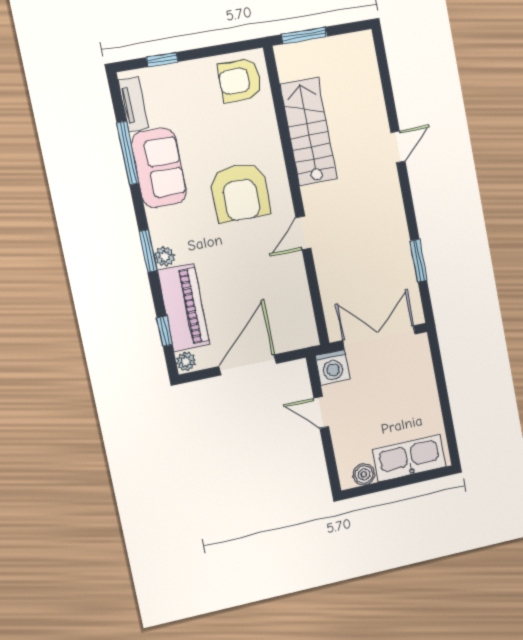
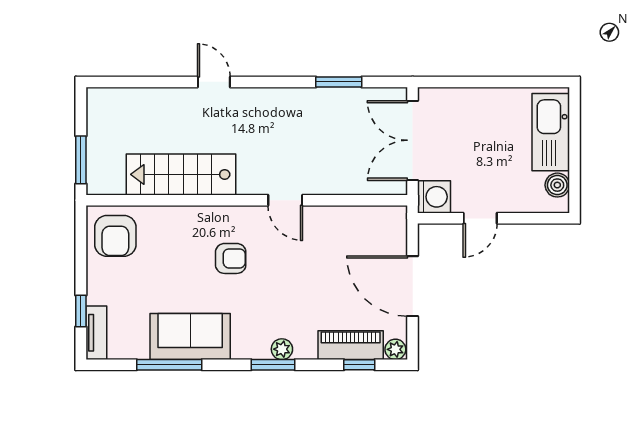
tv unit: (133, 104) -> (96, 333), moved, turned 90
armchair: (240, 192) -> (231, 258), width x0.53, depth x0.53
piano: (184, 308) -> (351, 345), width x0.73, depth x0.75

